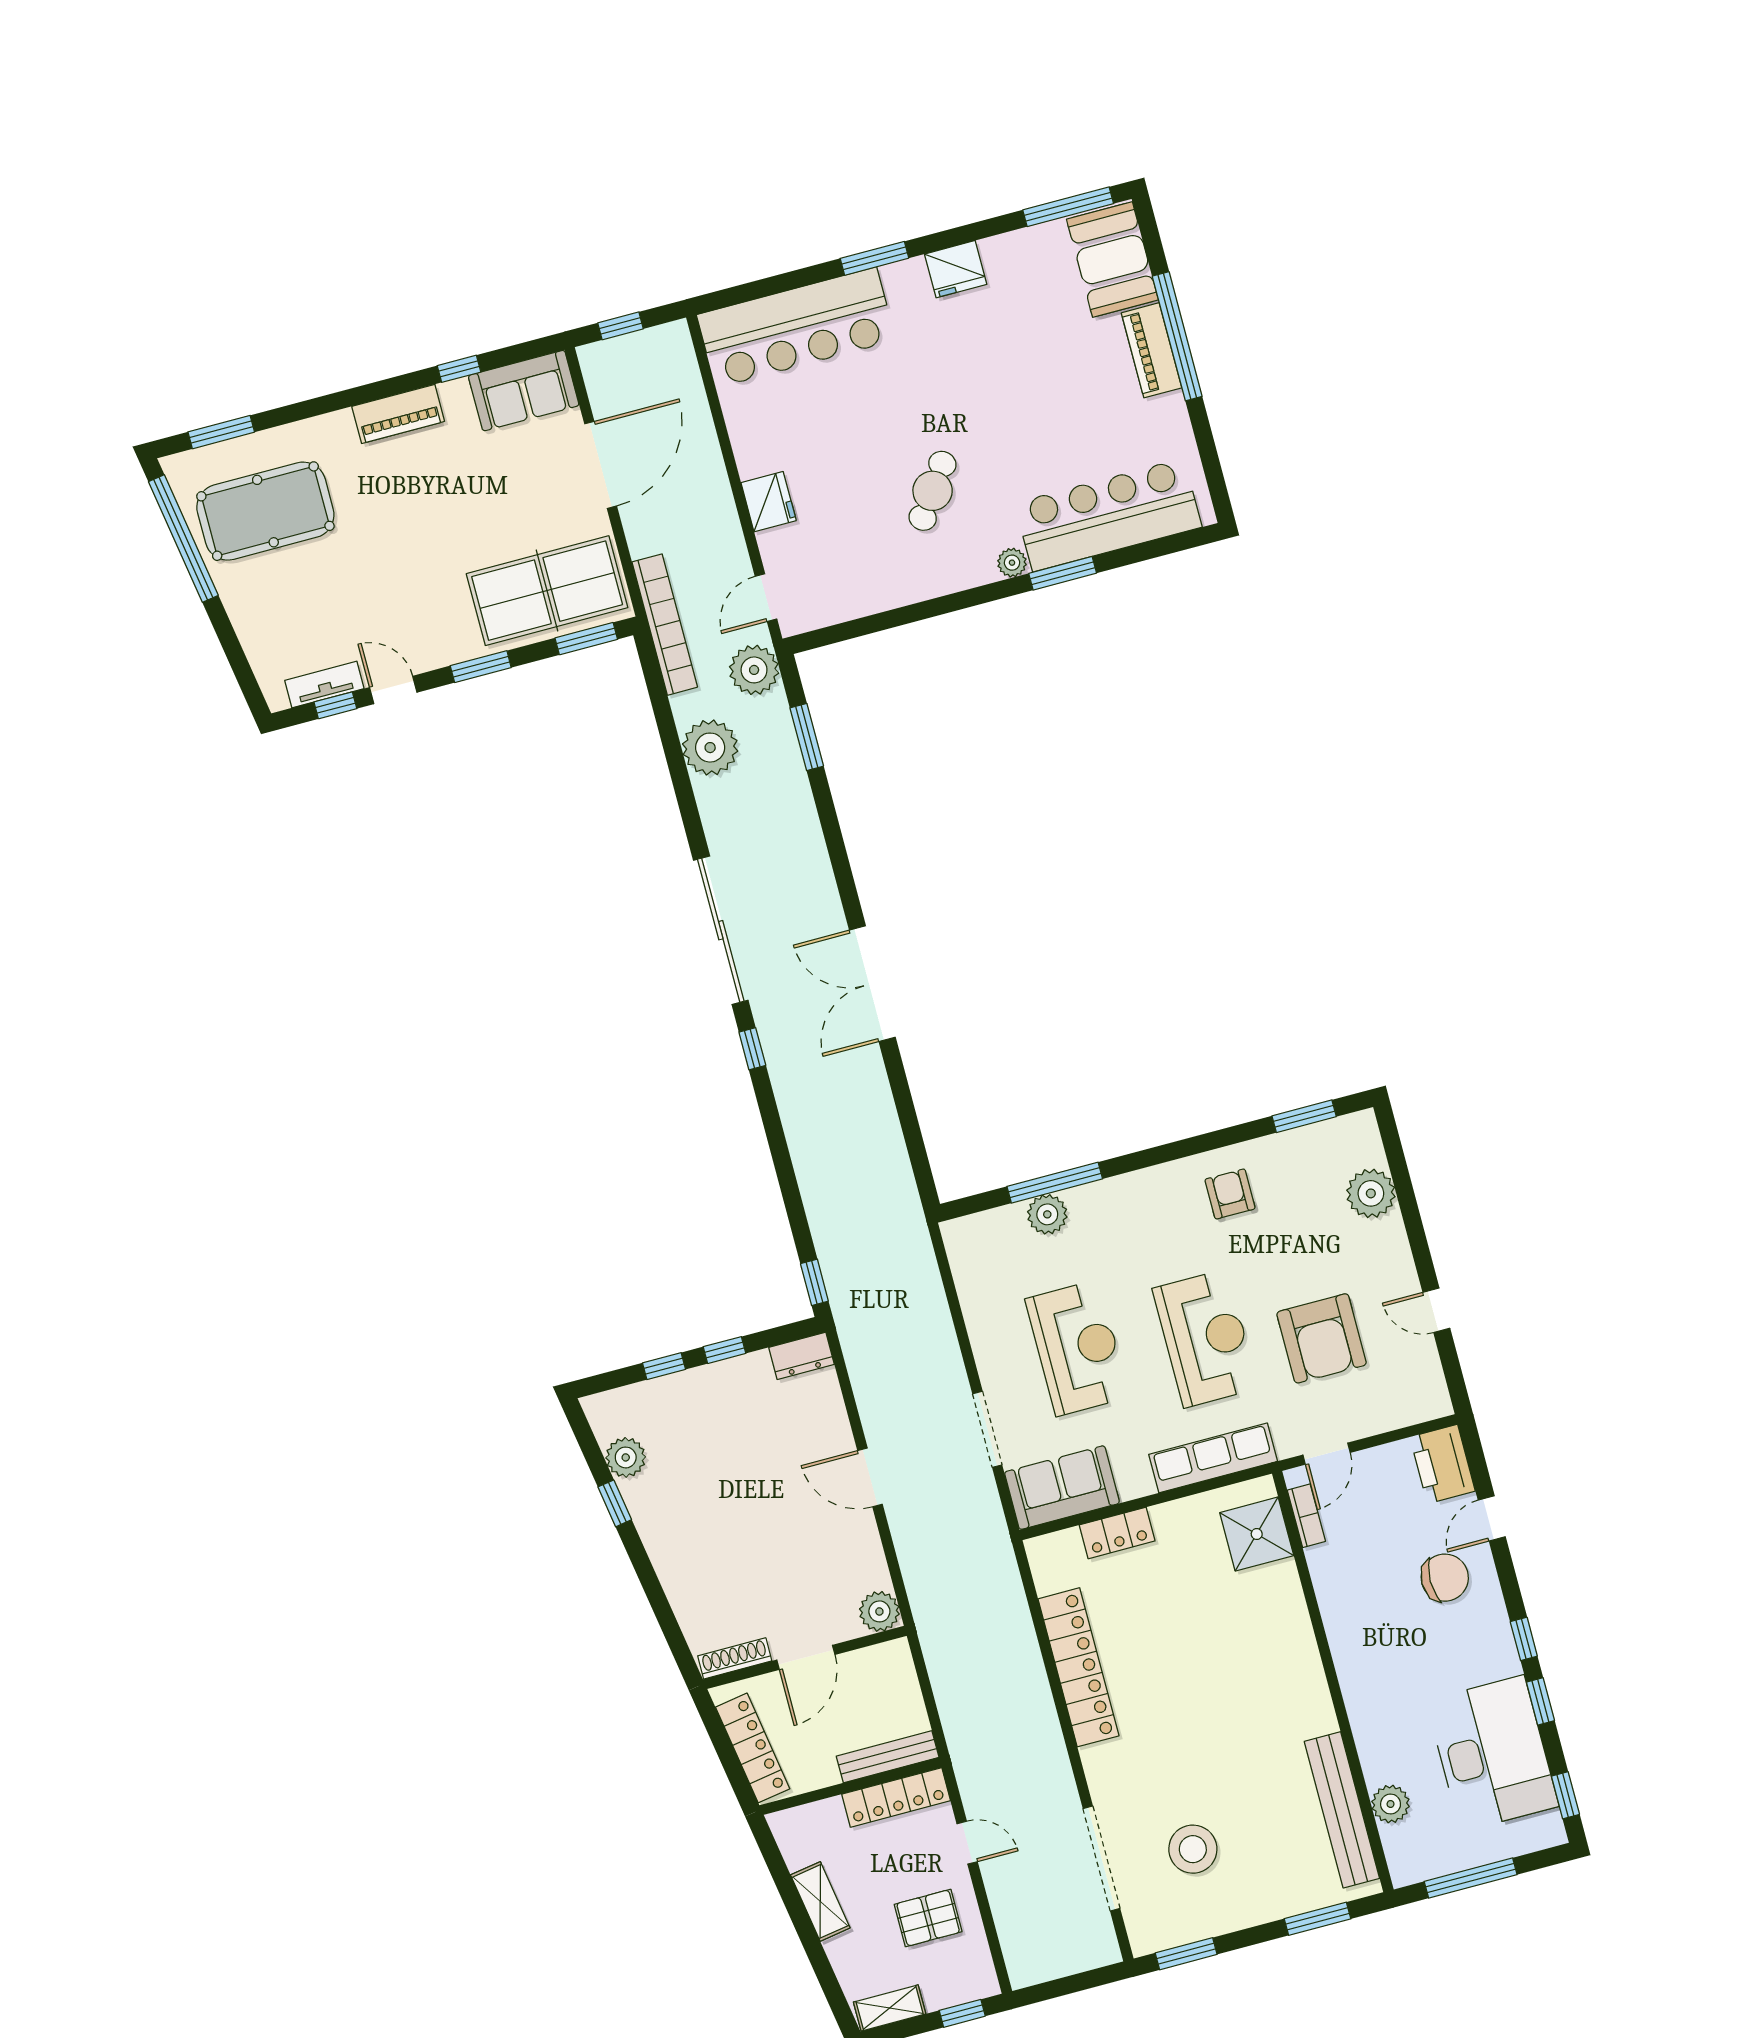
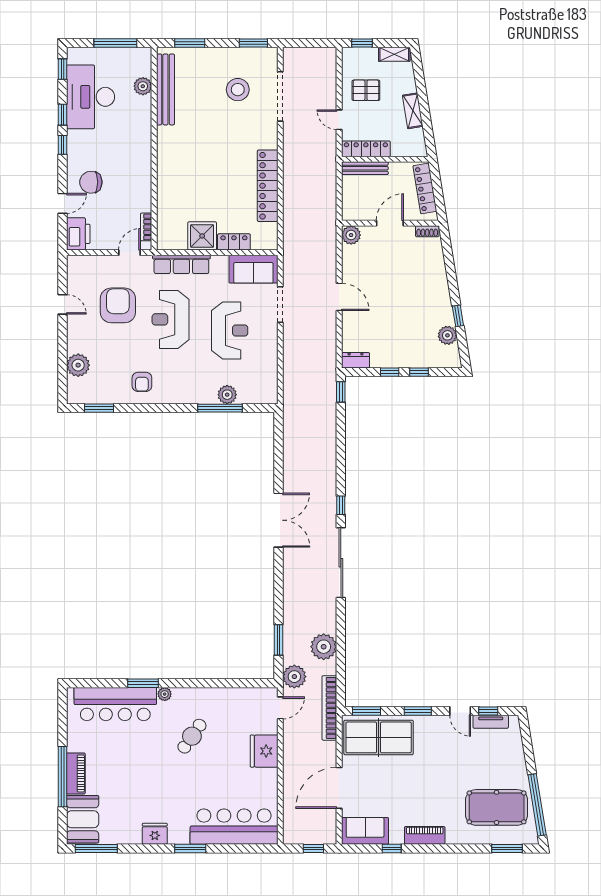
fridge: (769, 502) -> (264, 751), width x1.36, depth x1.34
reception desk: (1077, 1348) -> (230, 330), turned 180
shower: (1257, 1534) -> (202, 236), moved
shoe rack: (735, 1658) -> (427, 231), width x0.70

